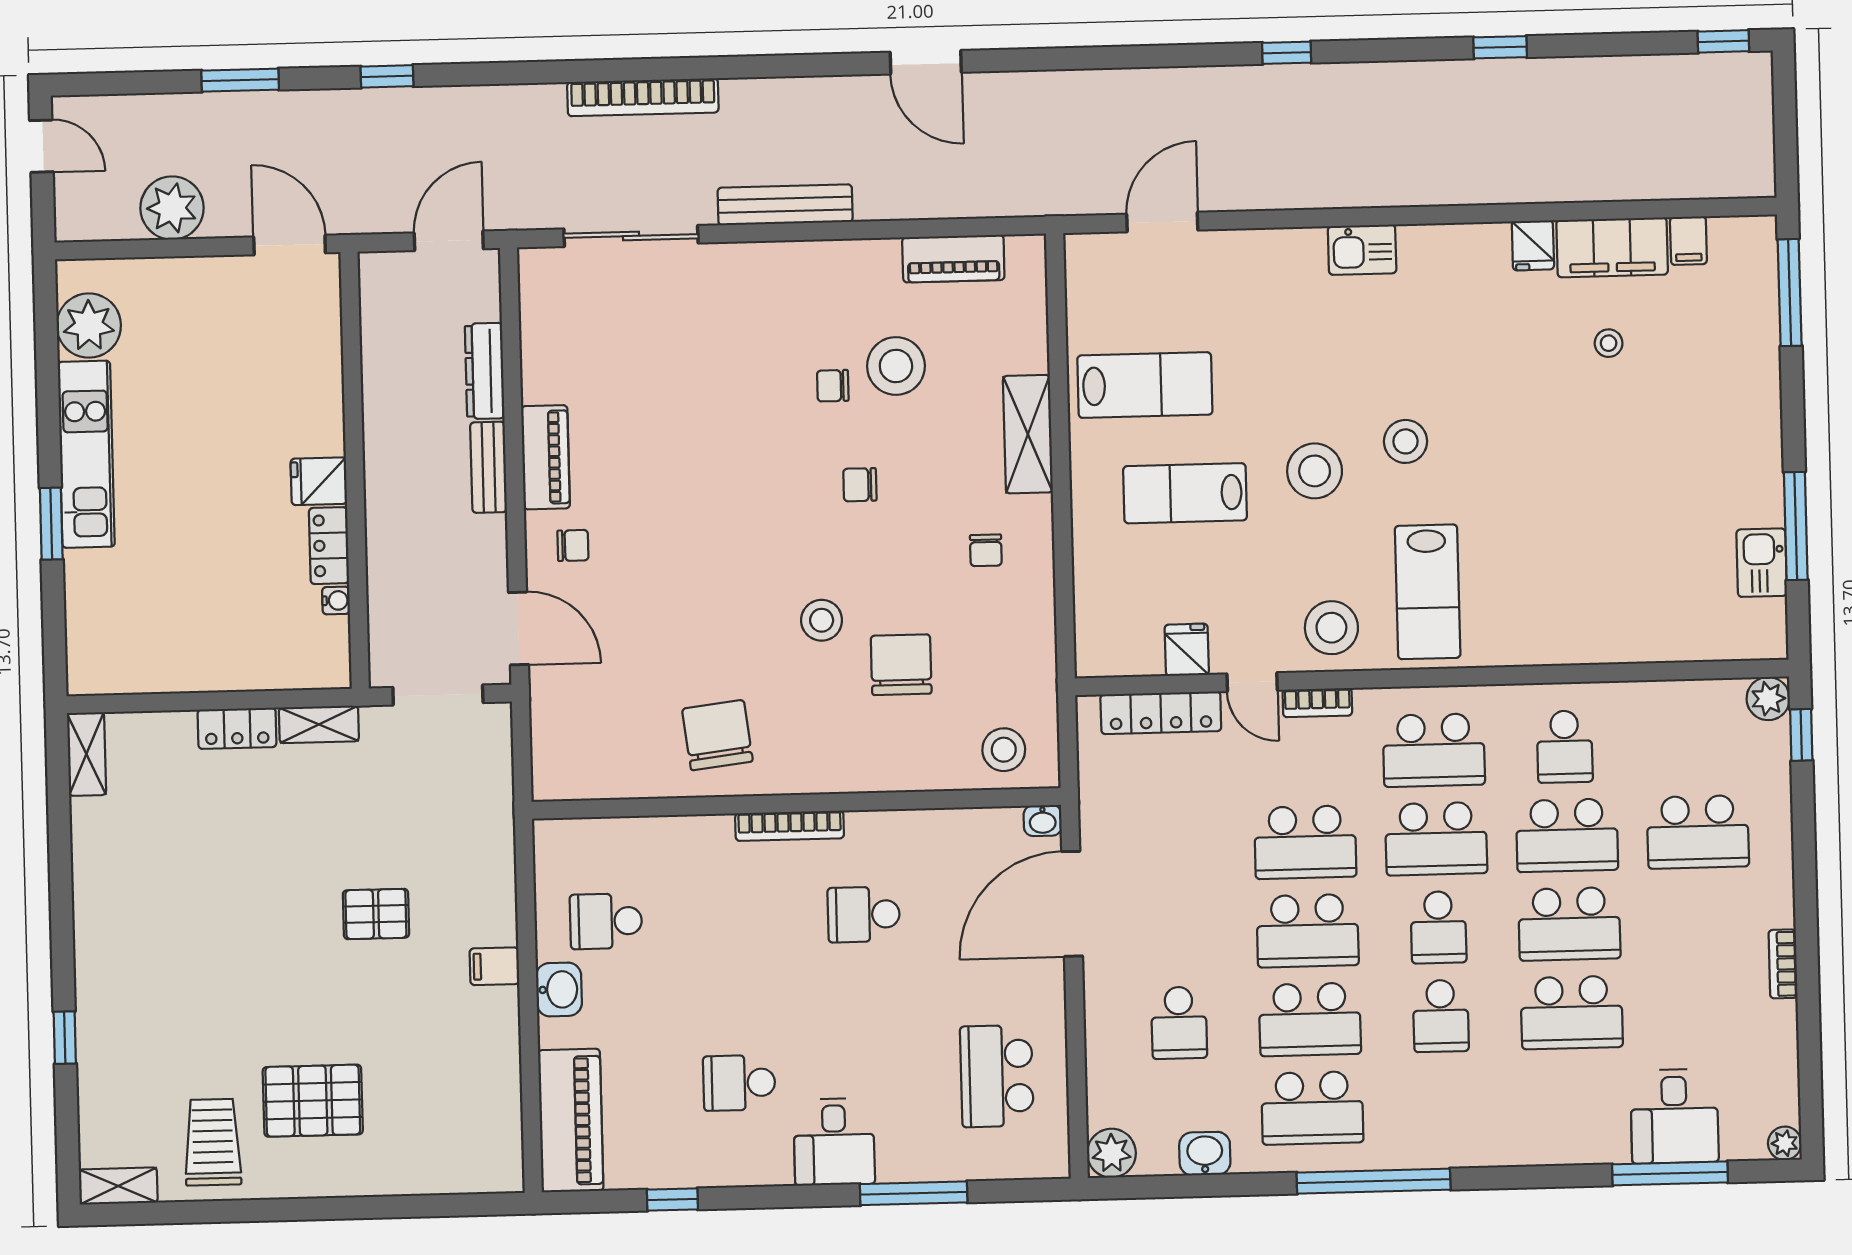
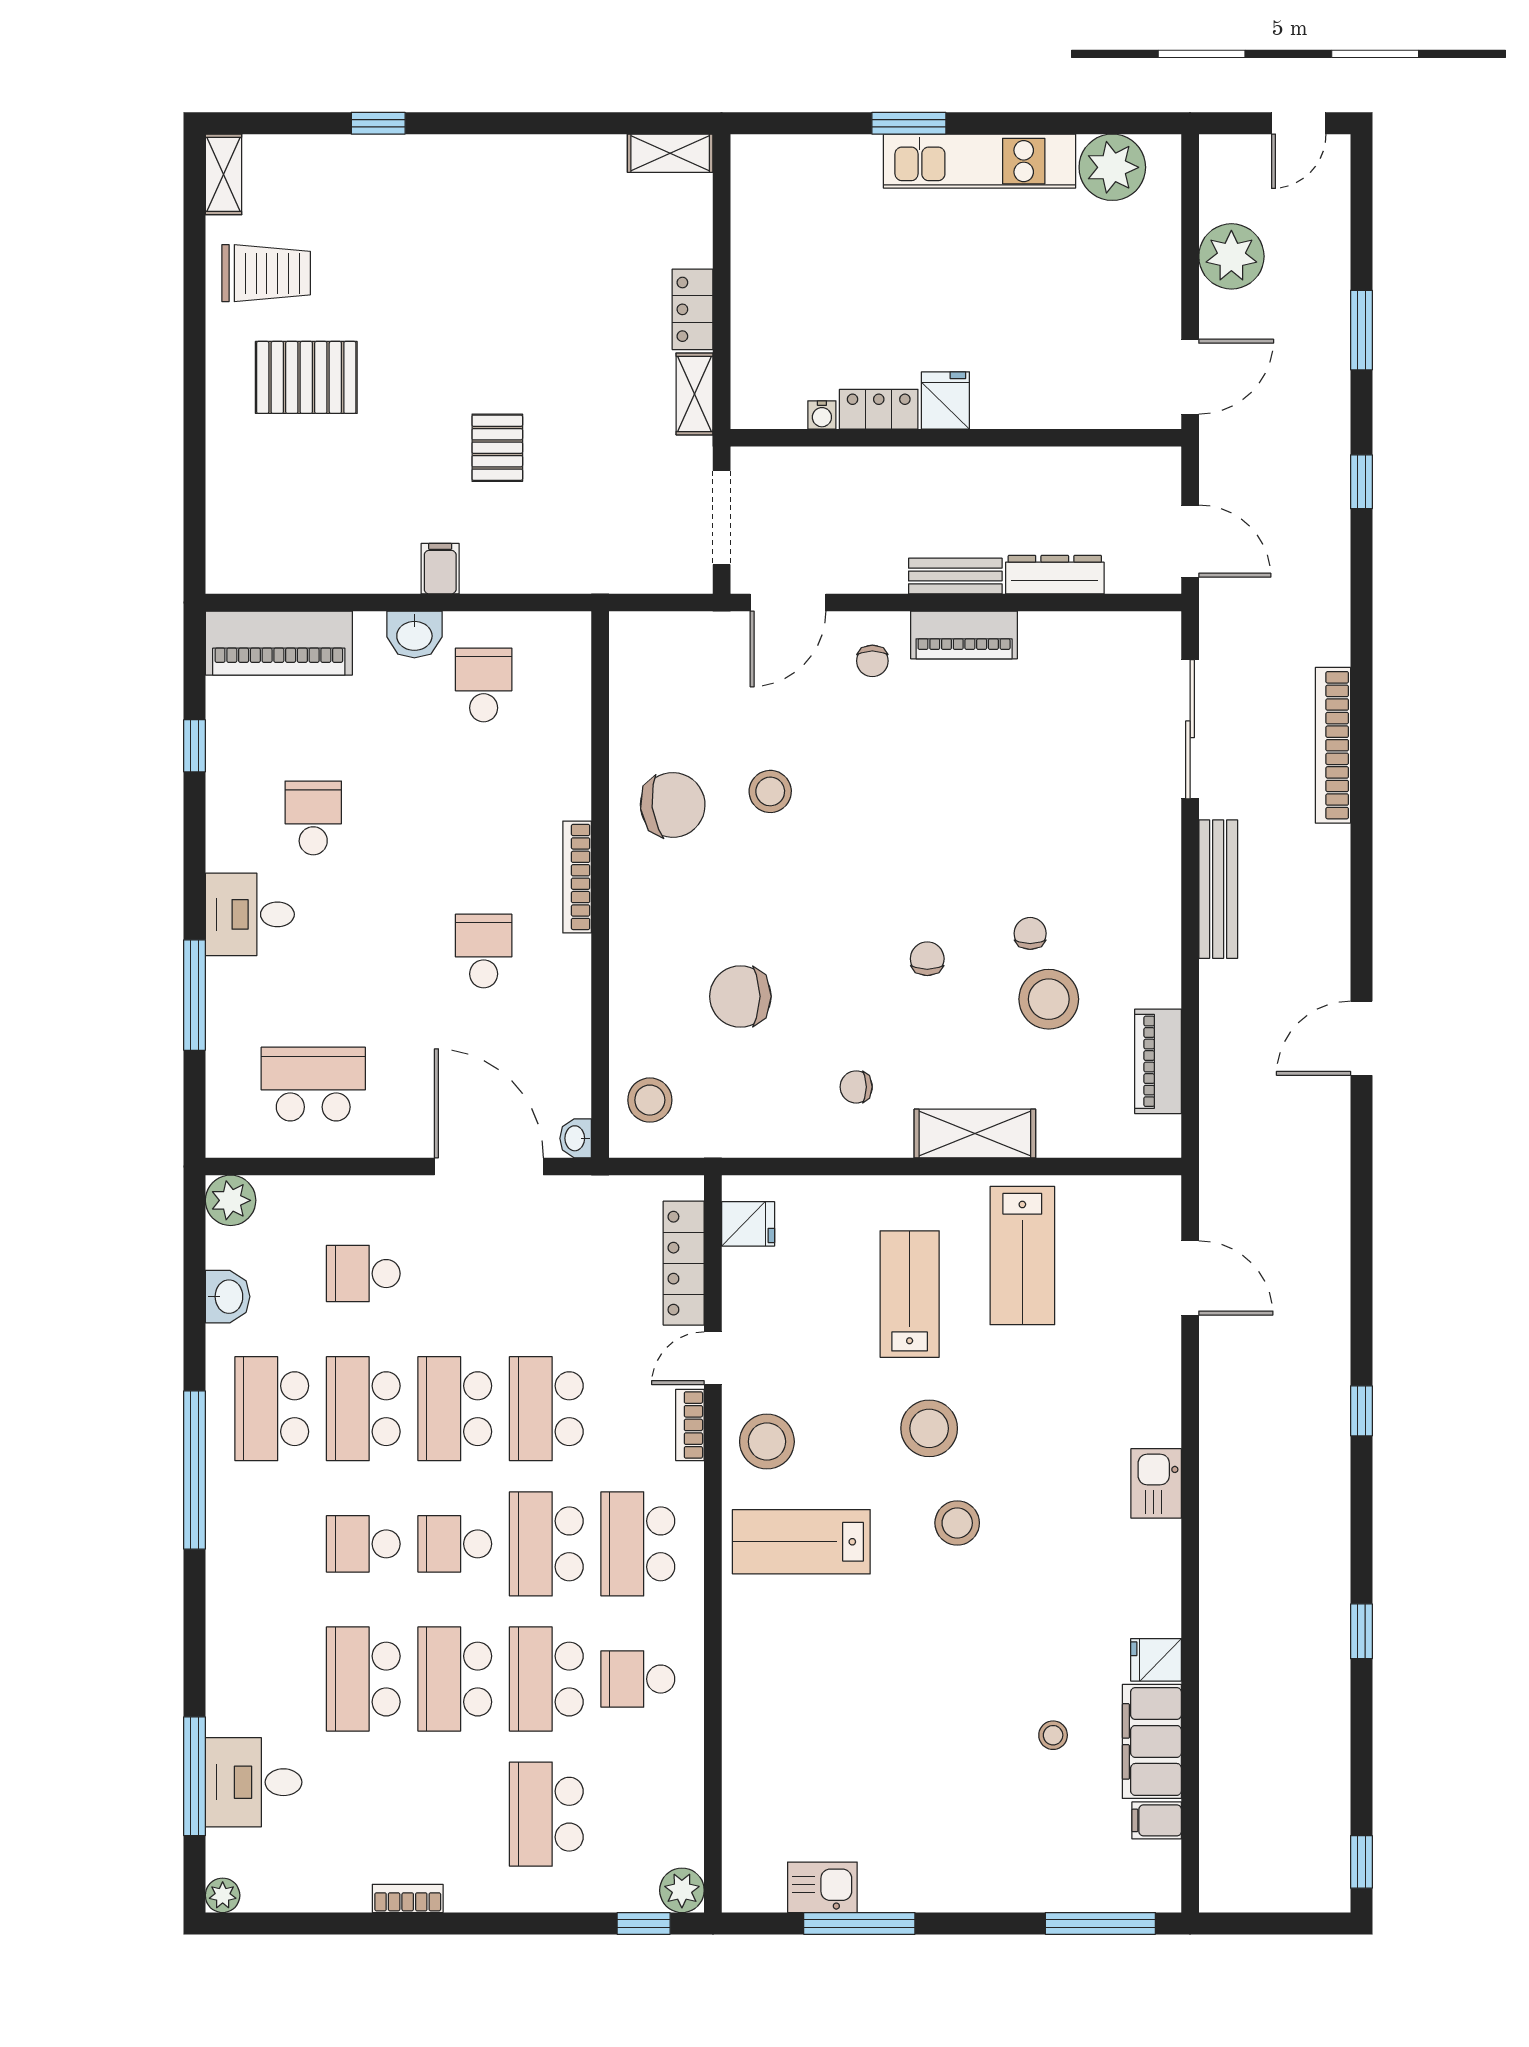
stool: (822, 620) -> (770, 791), moved
fridge: (1187, 650) -> (748, 1224), moved
chair: (901, 665) -> (740, 996), turned 180
pallet: (313, 1101) -> (306, 377), turned 90

